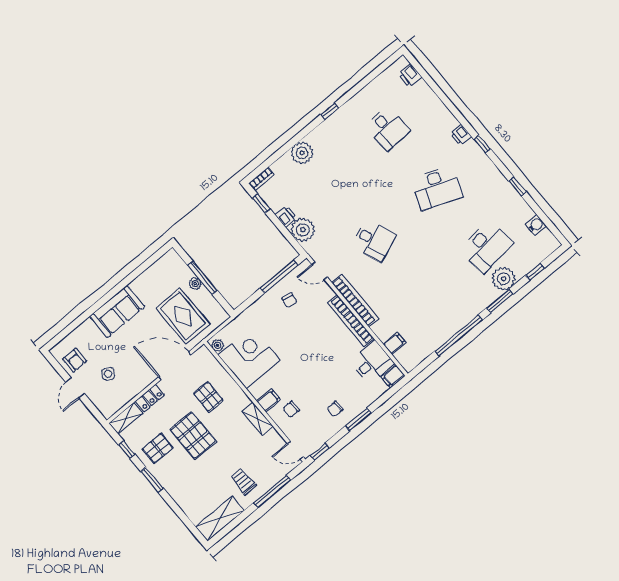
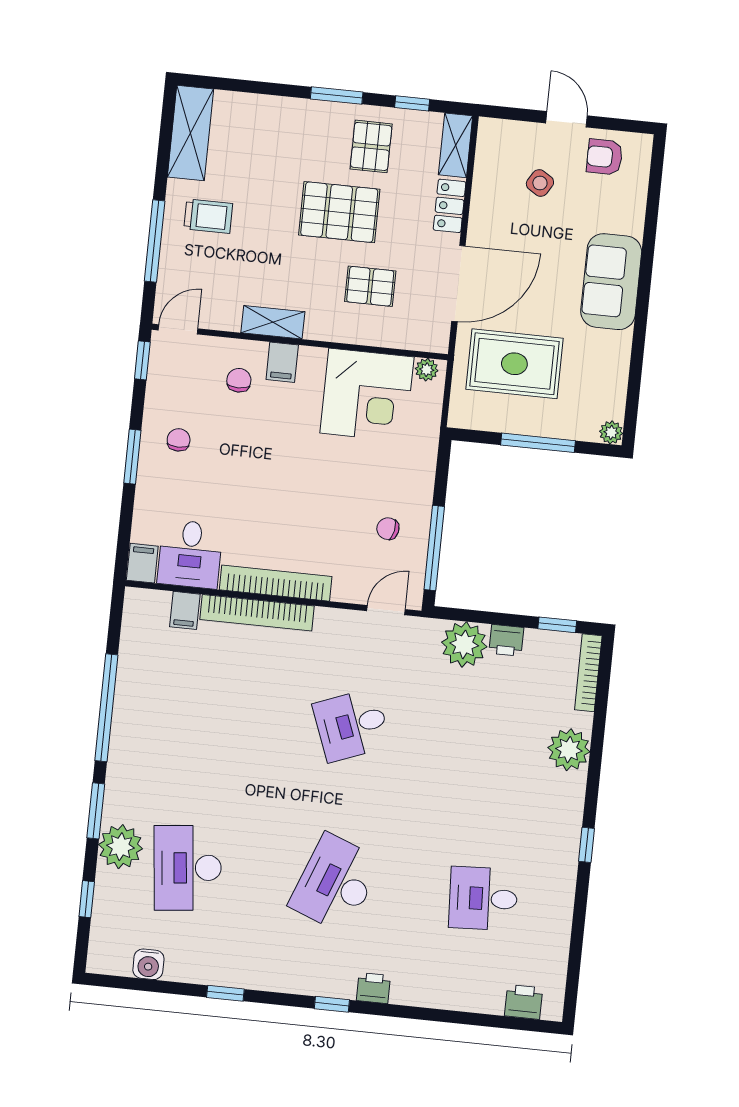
bookcase: (261, 179) -> (588, 673), width x1.56
plant: (195, 284) -> (611, 432), moved
bookcase: (355, 301) -> (257, 613), moved

